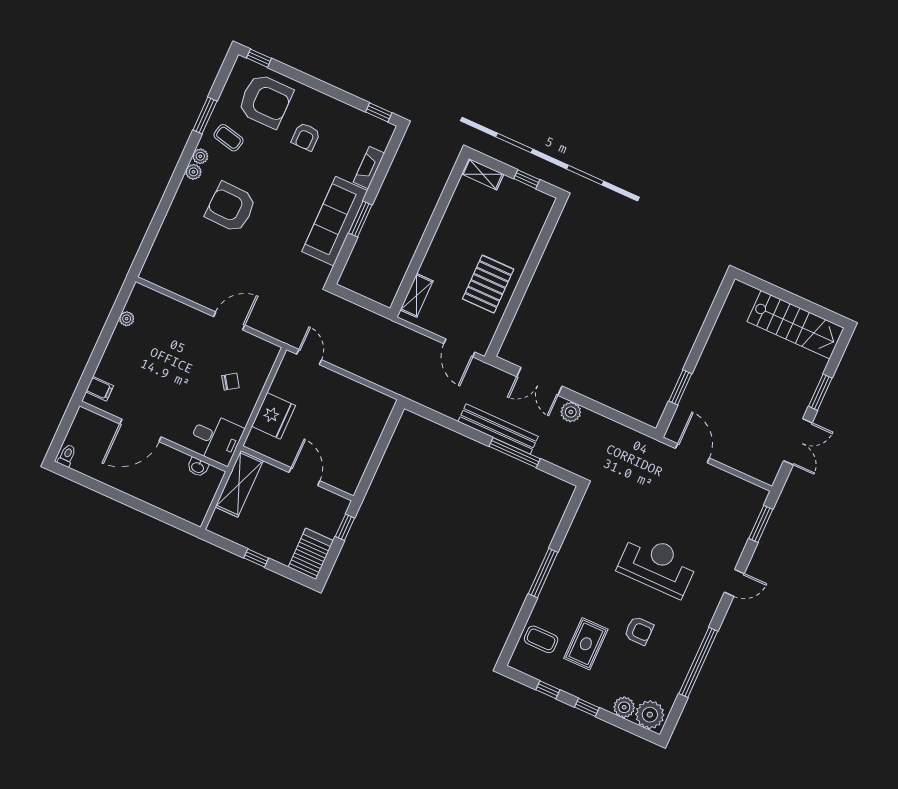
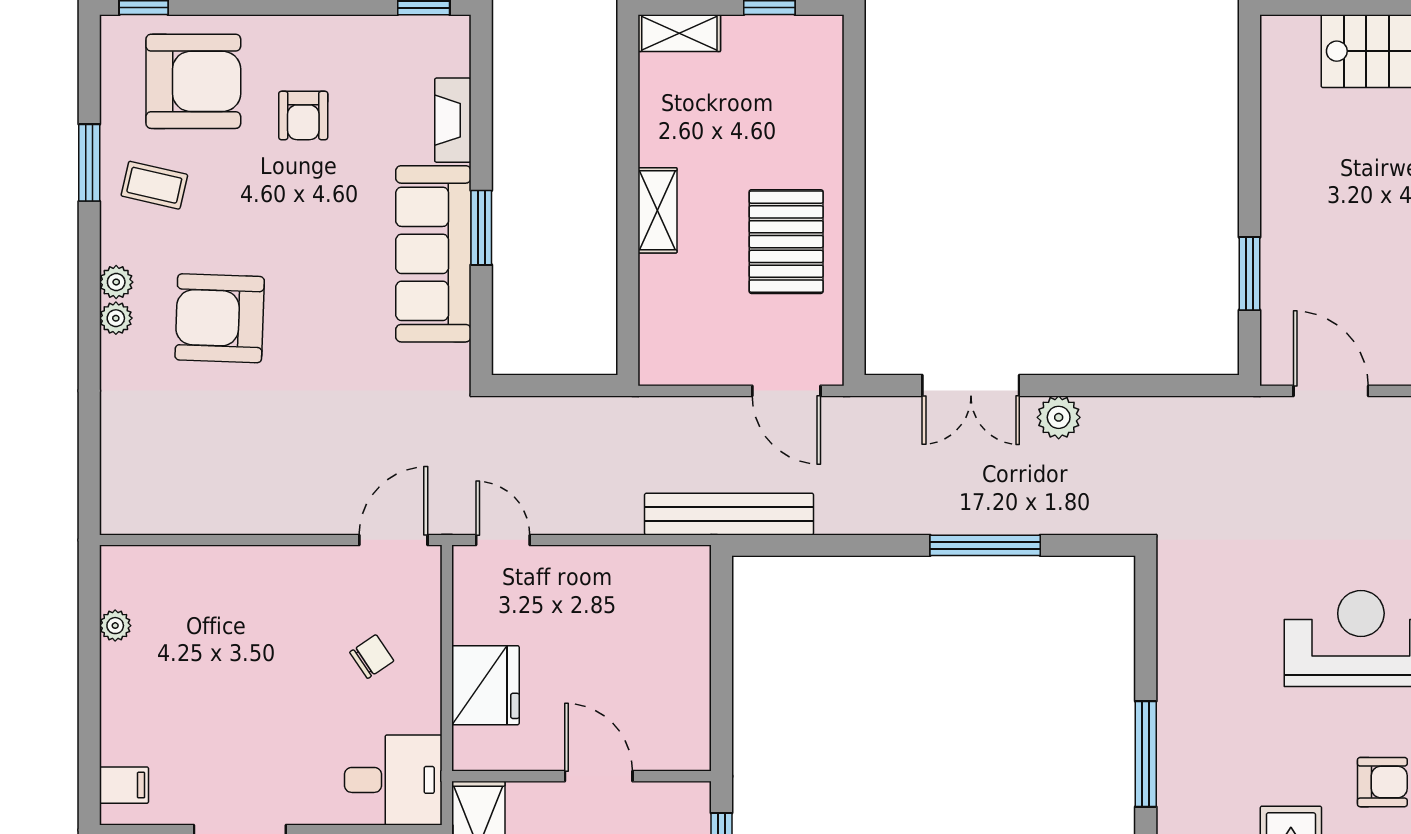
plant: (200, 156) -> (116, 318), moved
shelving: (417, 295) -> (657, 210), moved
door: (229, 321) -> (393, 540), moved
bench: (498, 429) -> (729, 514), moved

